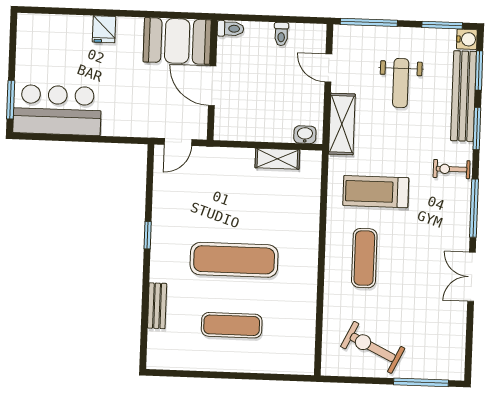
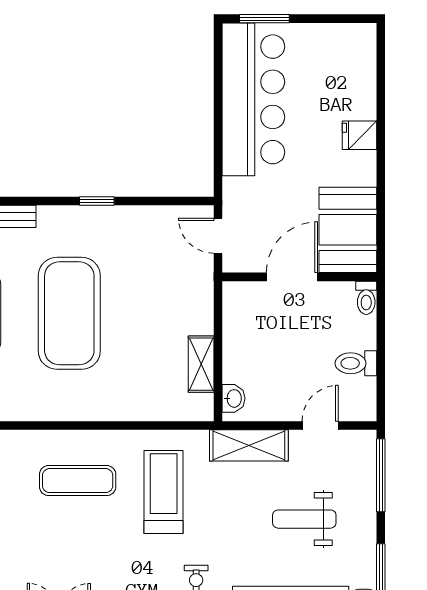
toilet: (281, 34) -> (356, 363), width x1.37, depth x1.39
bar counter: (57, 110) -> (253, 99), width x1.36
exercise mat: (234, 260) -> (69, 313), width x1.47

